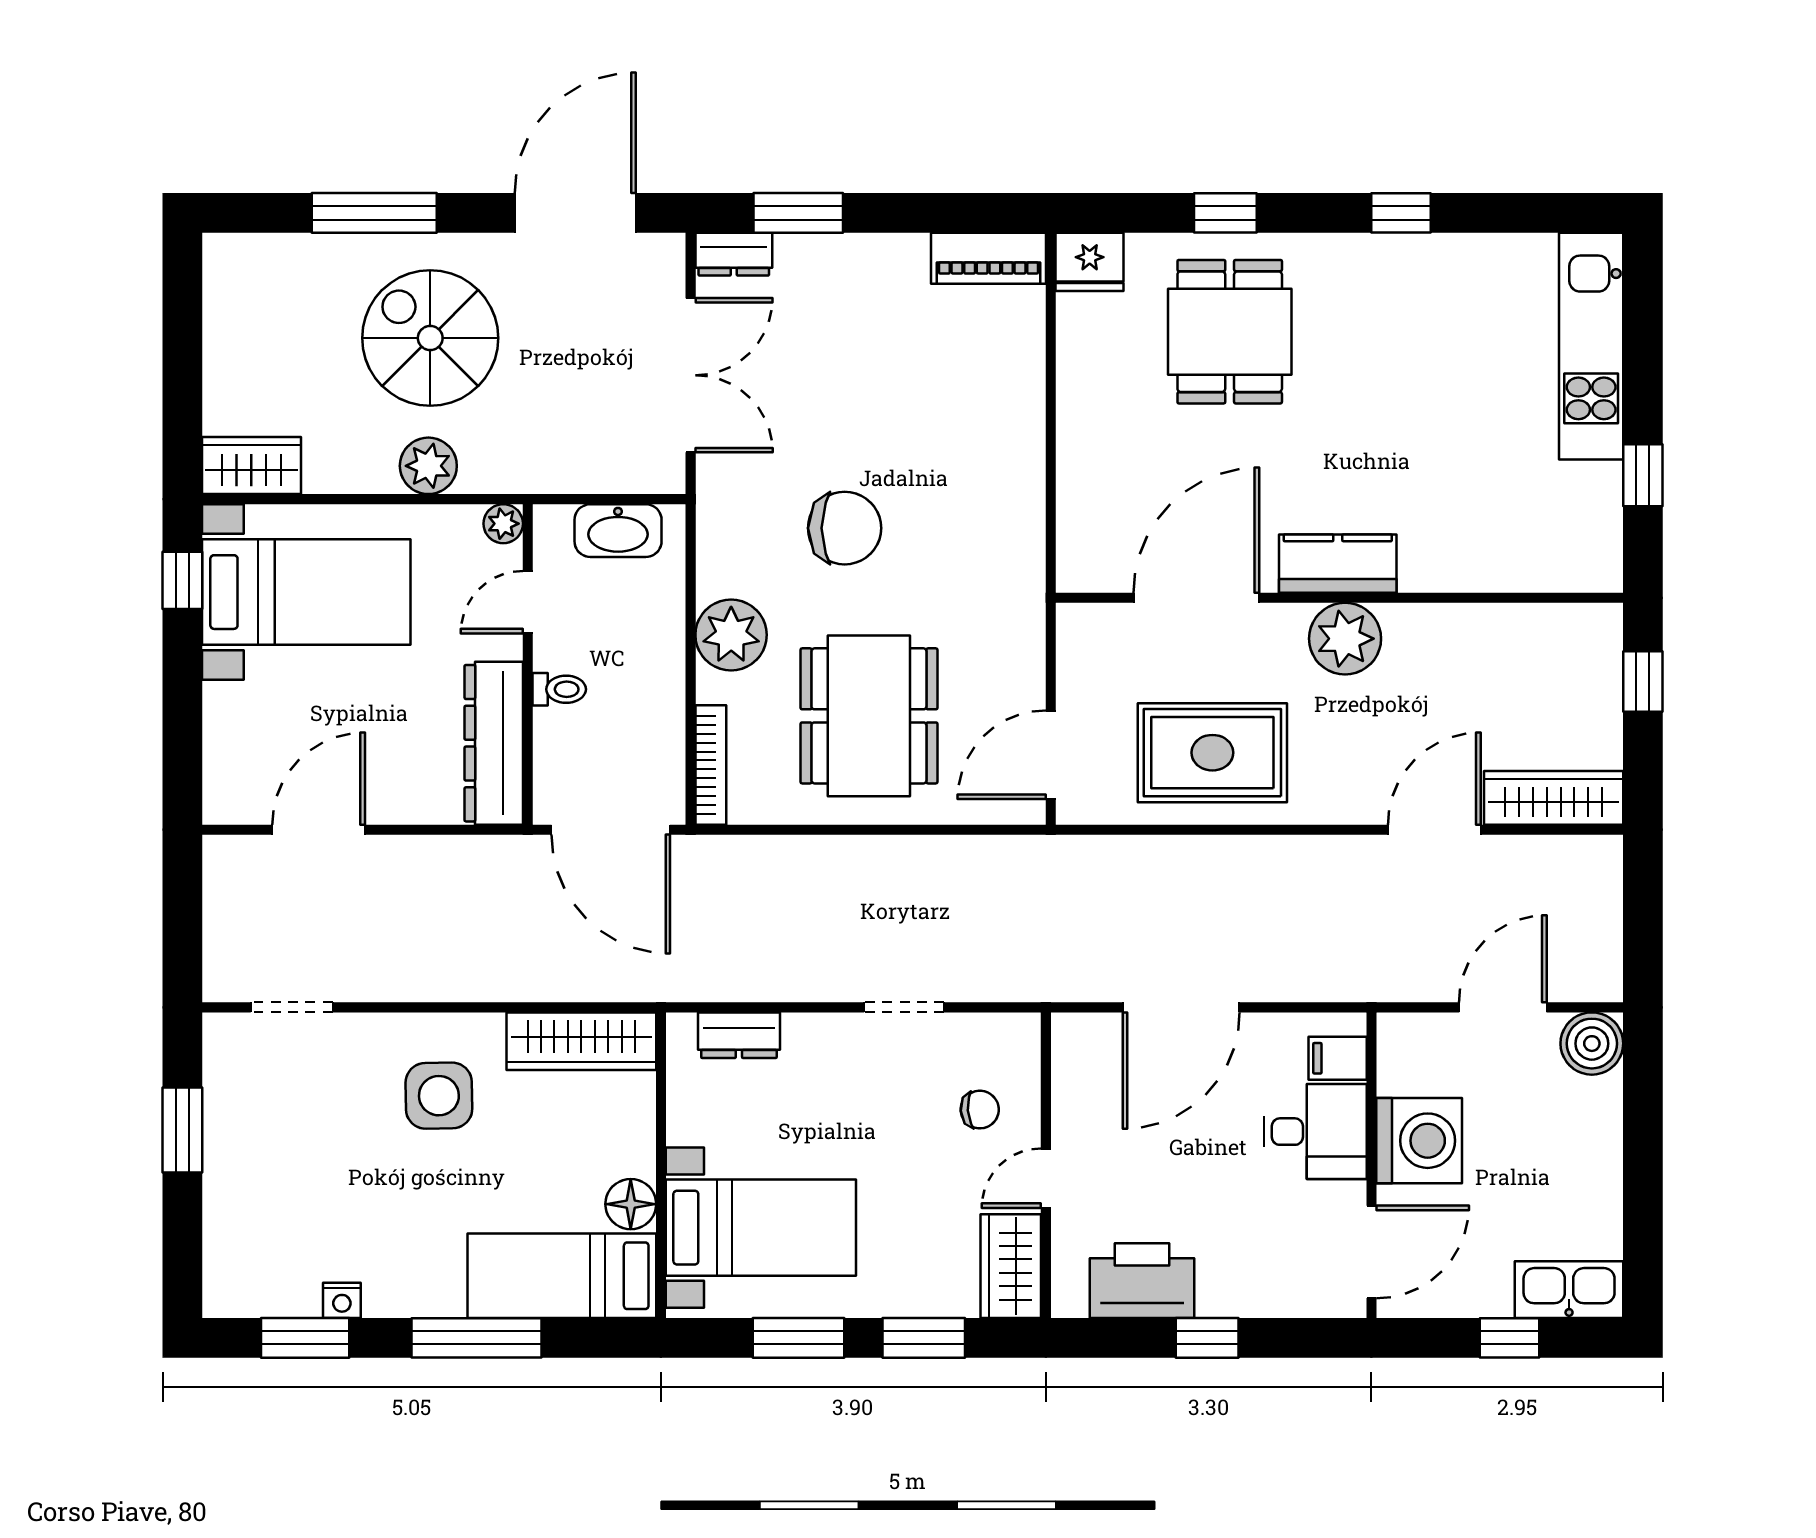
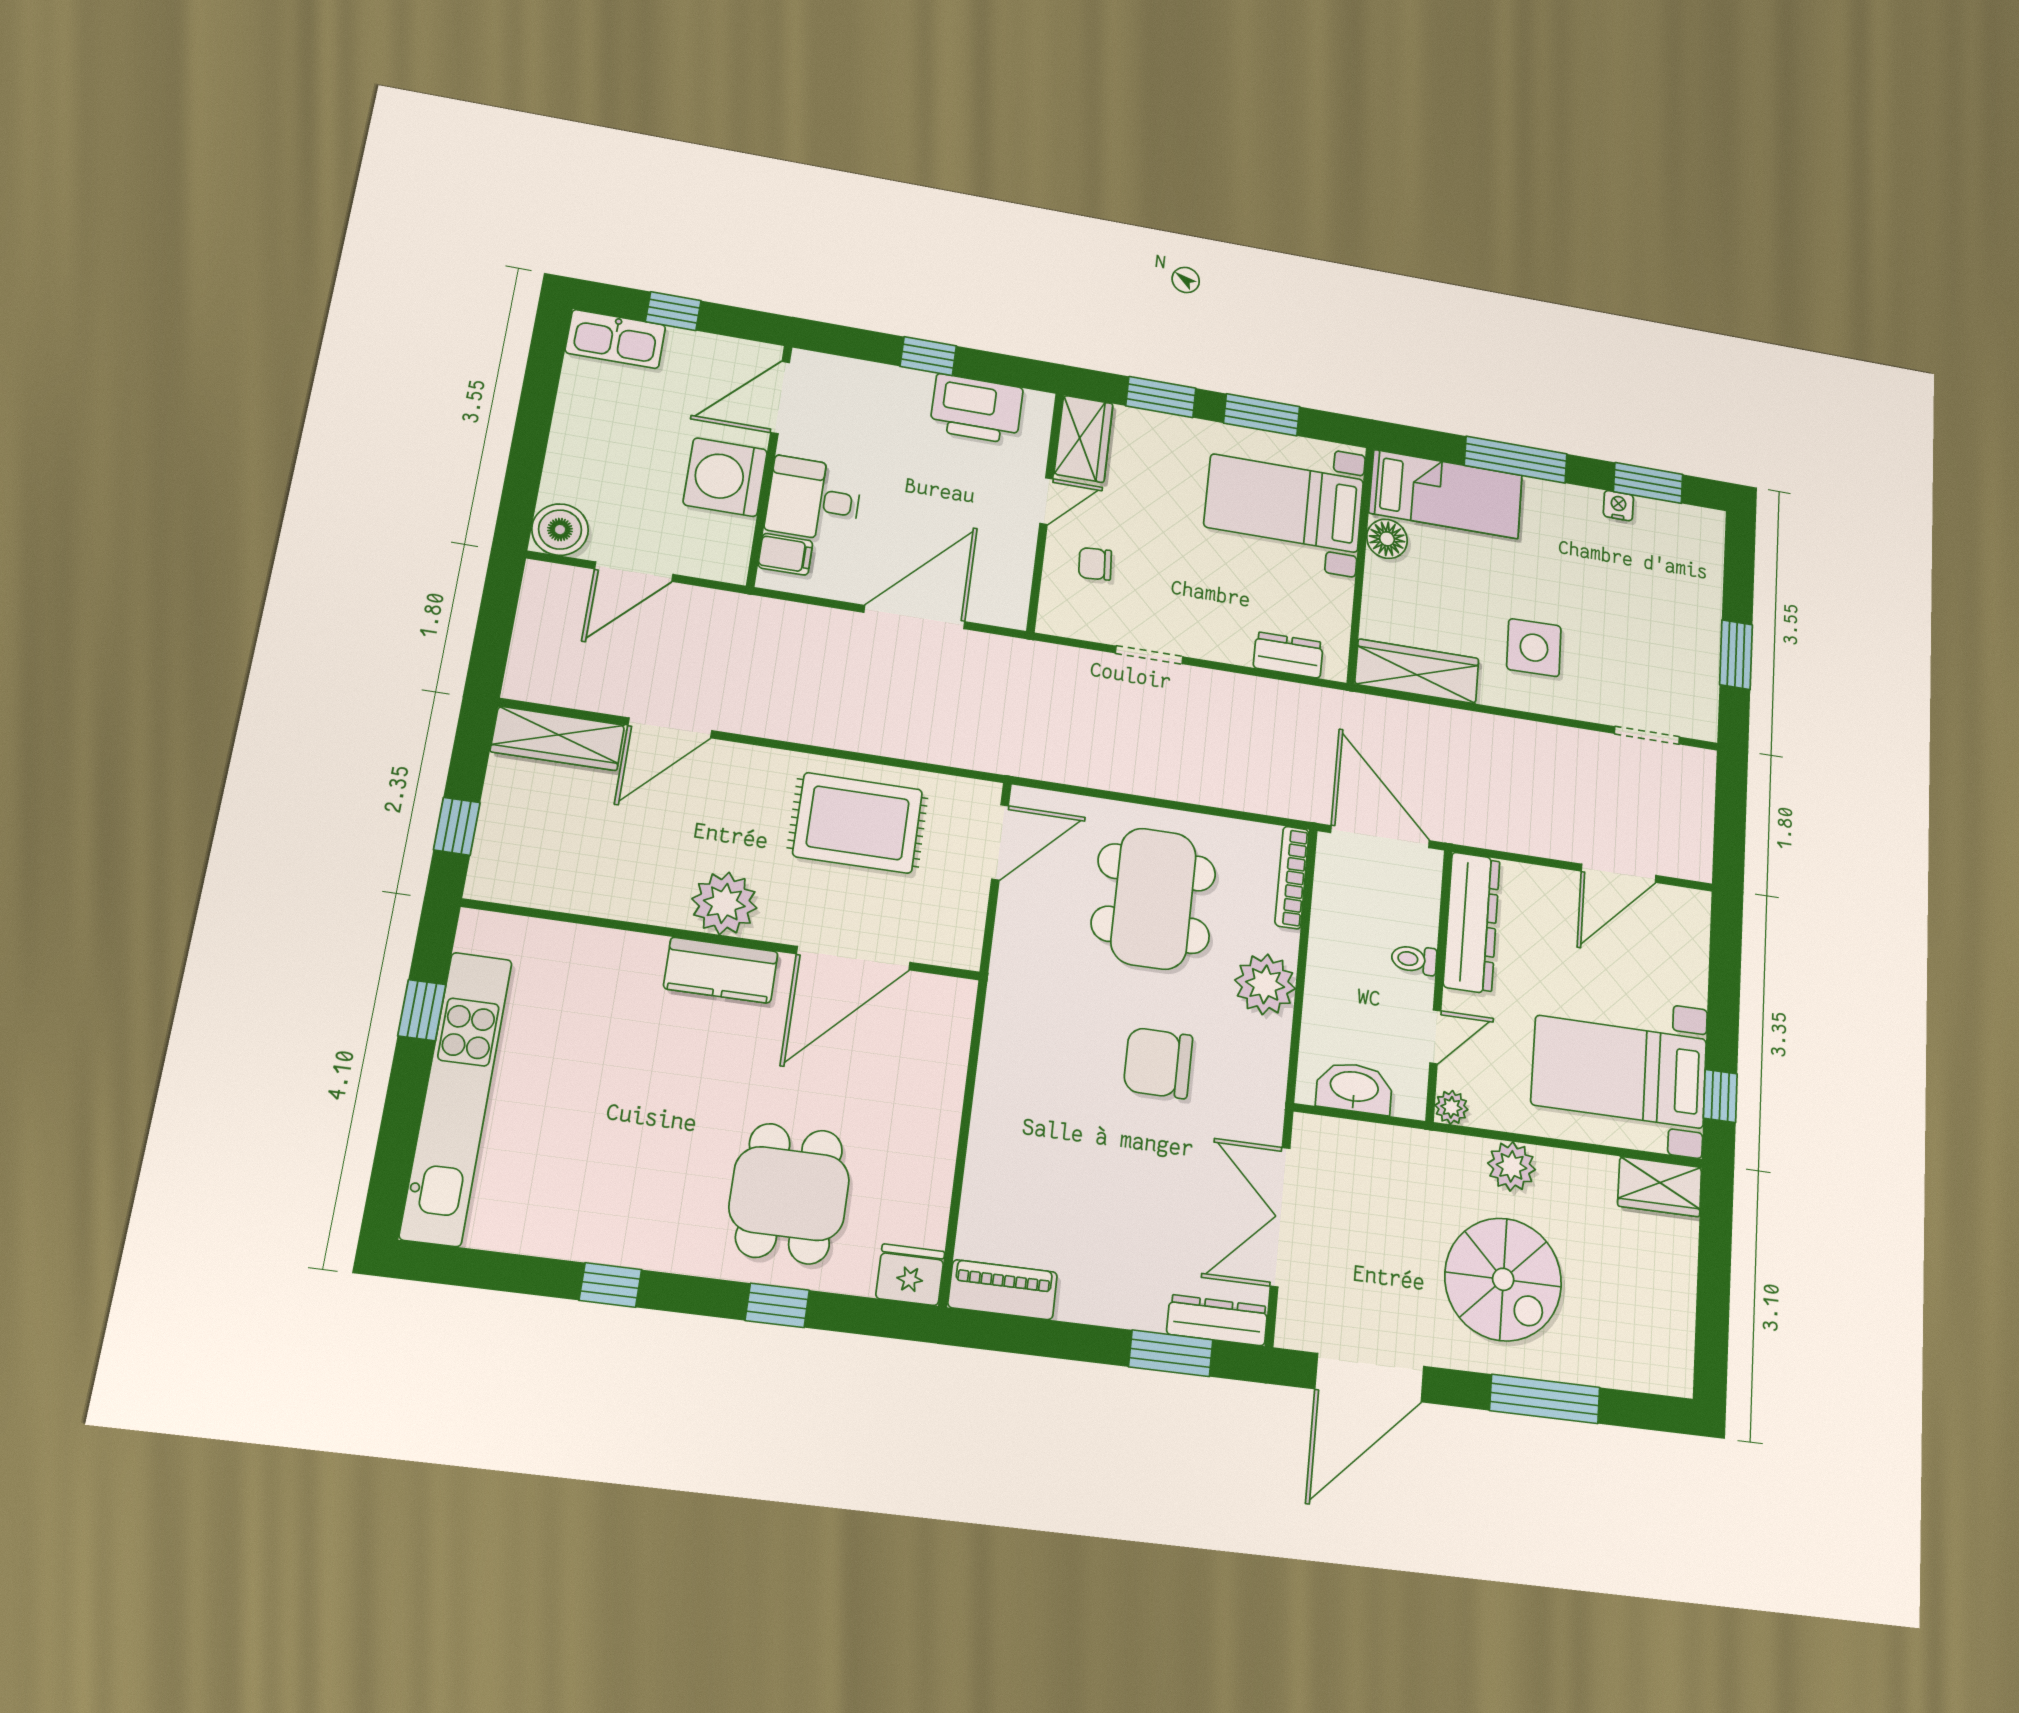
dresser: (734, 254) -> (1217, 1320), width x1.44
kitchen unit: (1591, 346) -> (456, 1098), width x1.36

